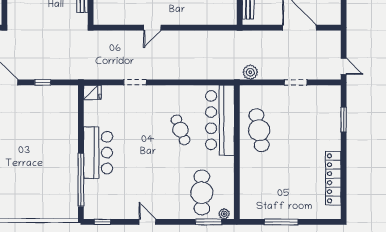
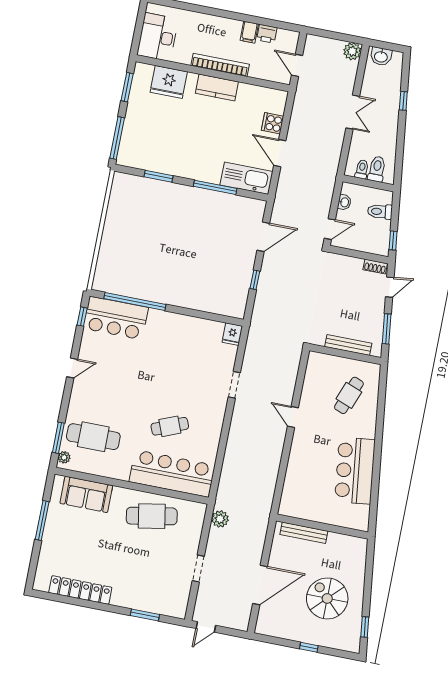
bar counter: (98, 153) -> (116, 318), moved
sofa: (252, 189) -> (86, 494), added

